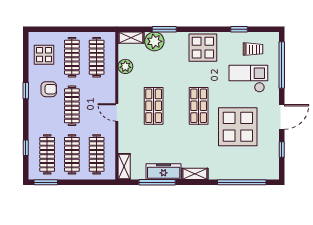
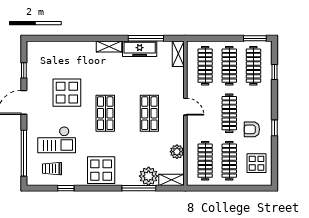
window: (164, 29) -> (139, 188), width x1.44
display table: (238, 127) -> (67, 93), width x0.73, depth x0.73
window: (242, 182) -> (63, 38), removed

